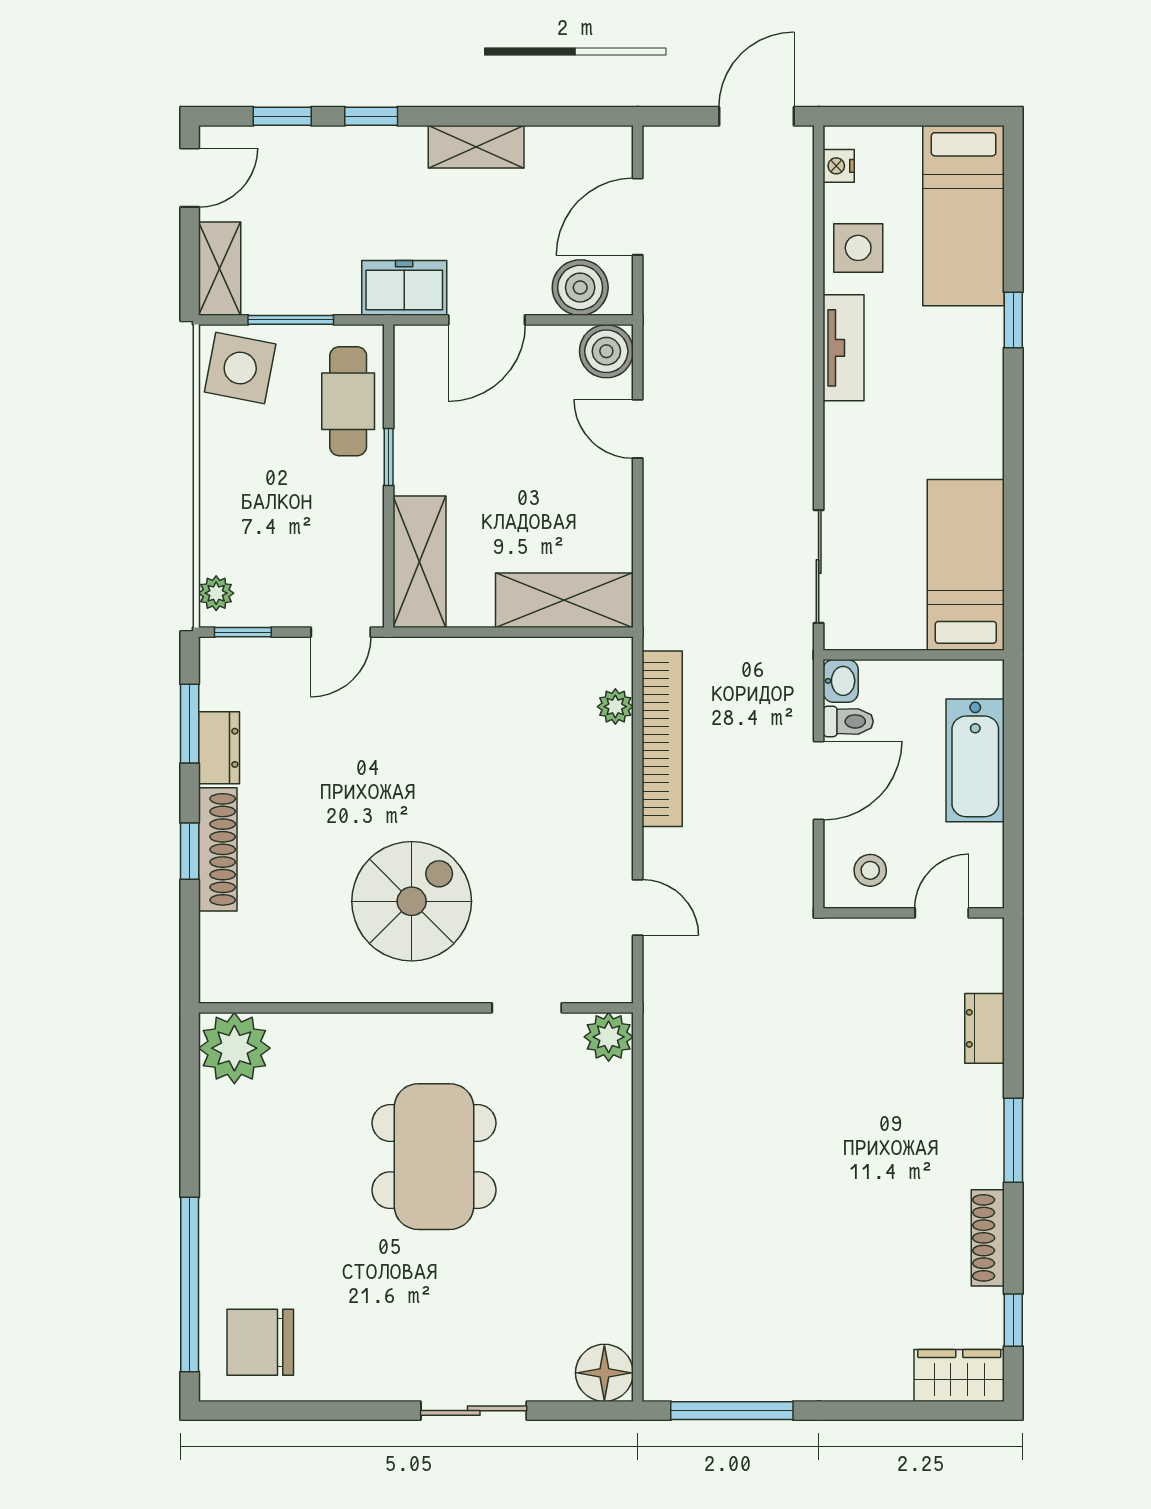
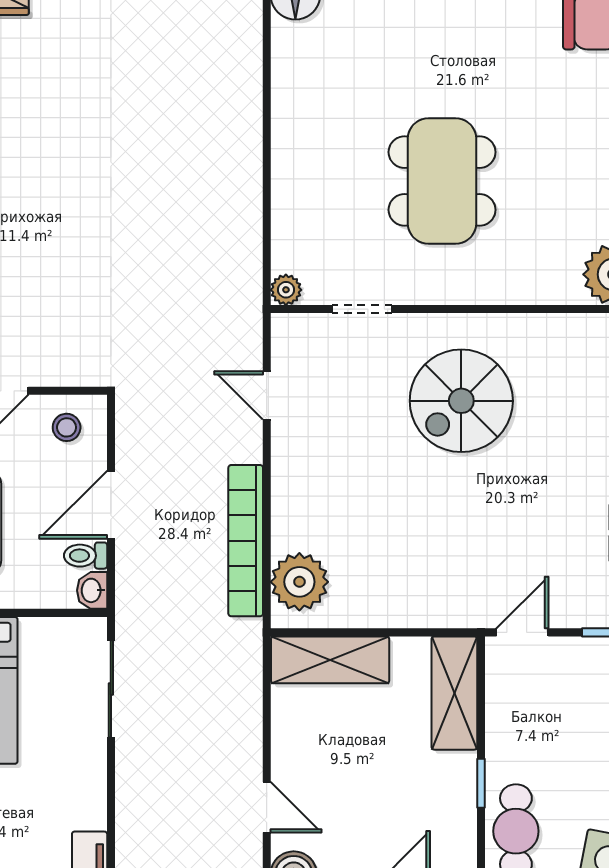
plant: (615, 707) -> (299, 582), width x1.88, depth x1.88
plant: (609, 1037) -> (286, 290), width x0.73, depth x0.73

